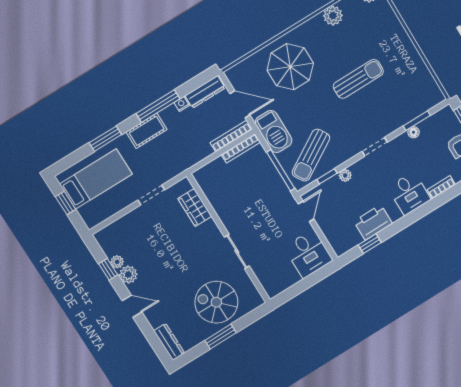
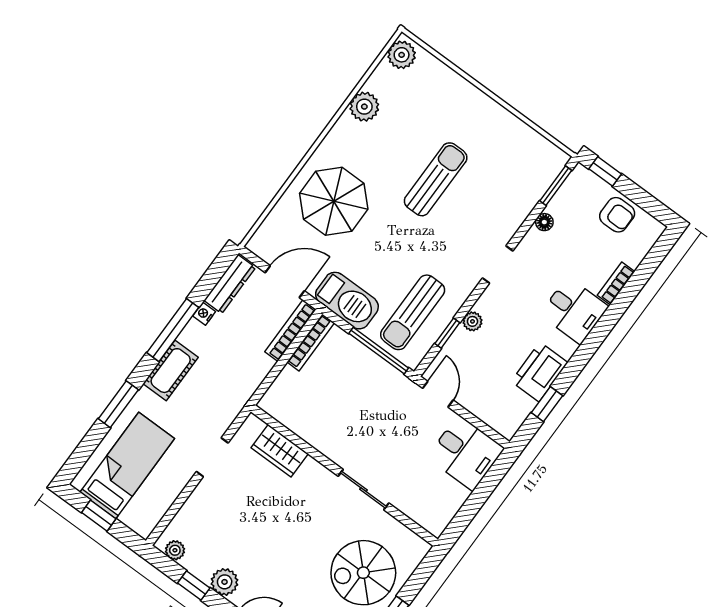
window: (417, 121) -> (556, 186), moved
sun lounger: (311, 155) -> (413, 312), turned 31
plant: (117, 262) -> (175, 550), moved

